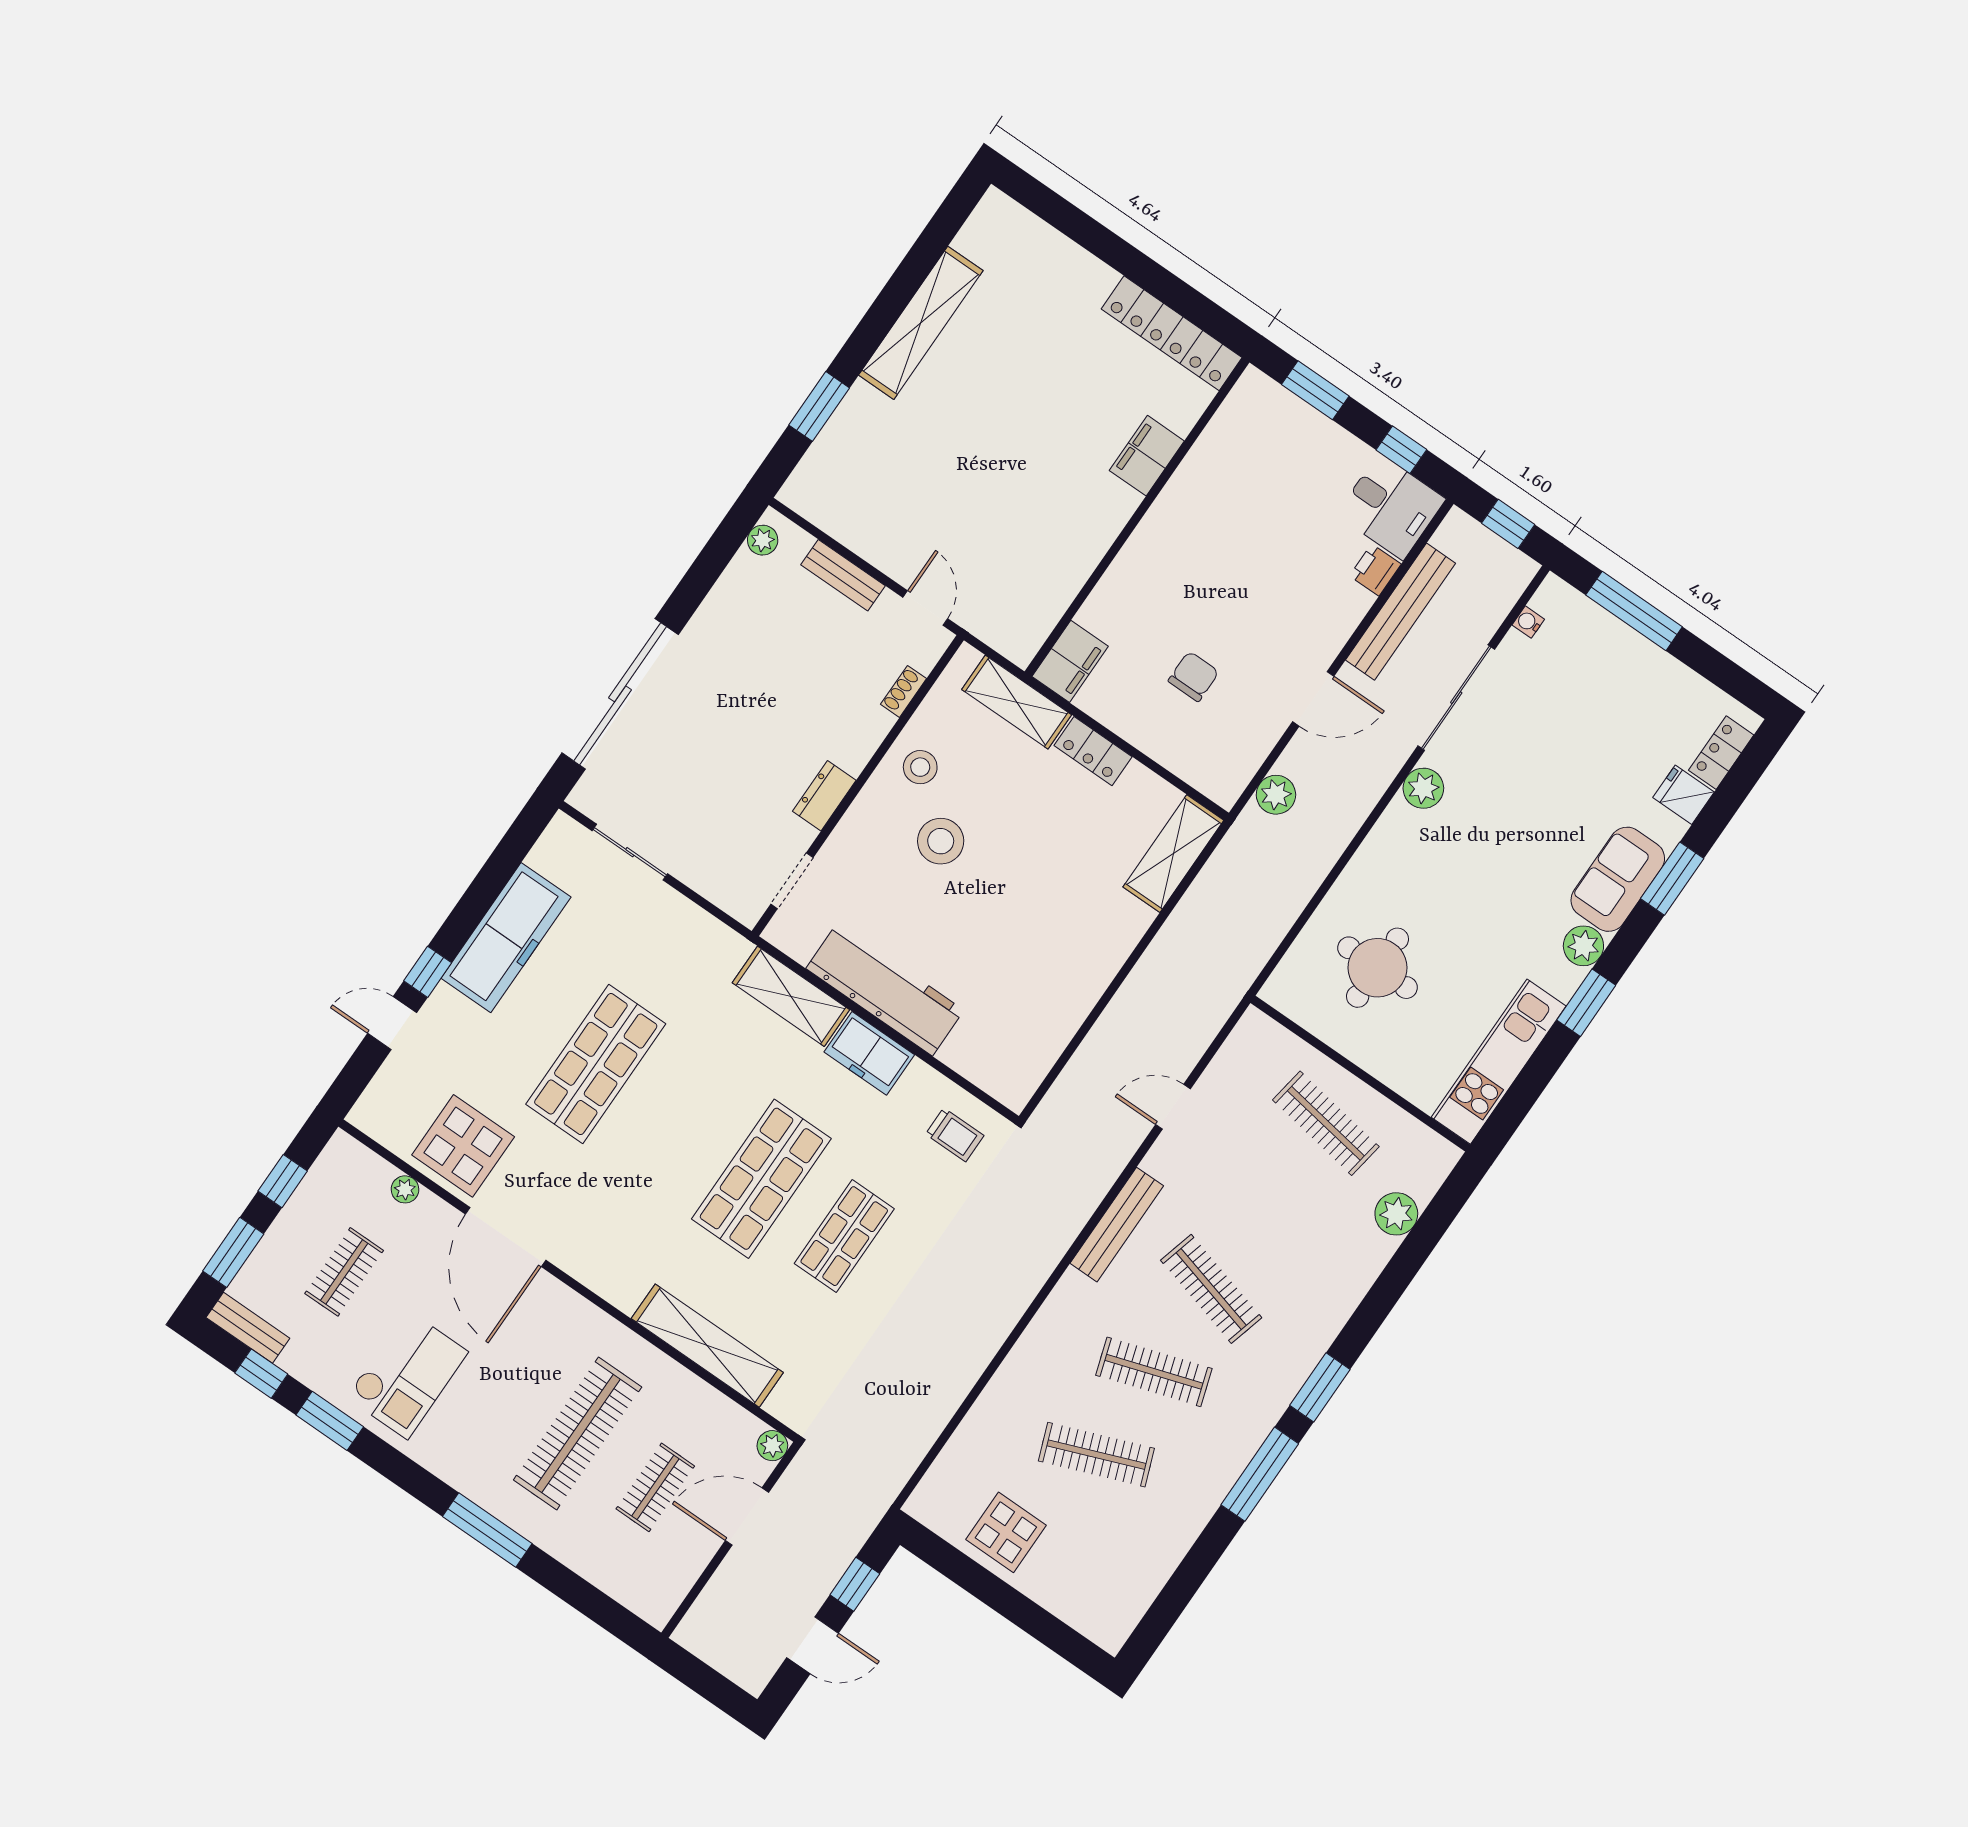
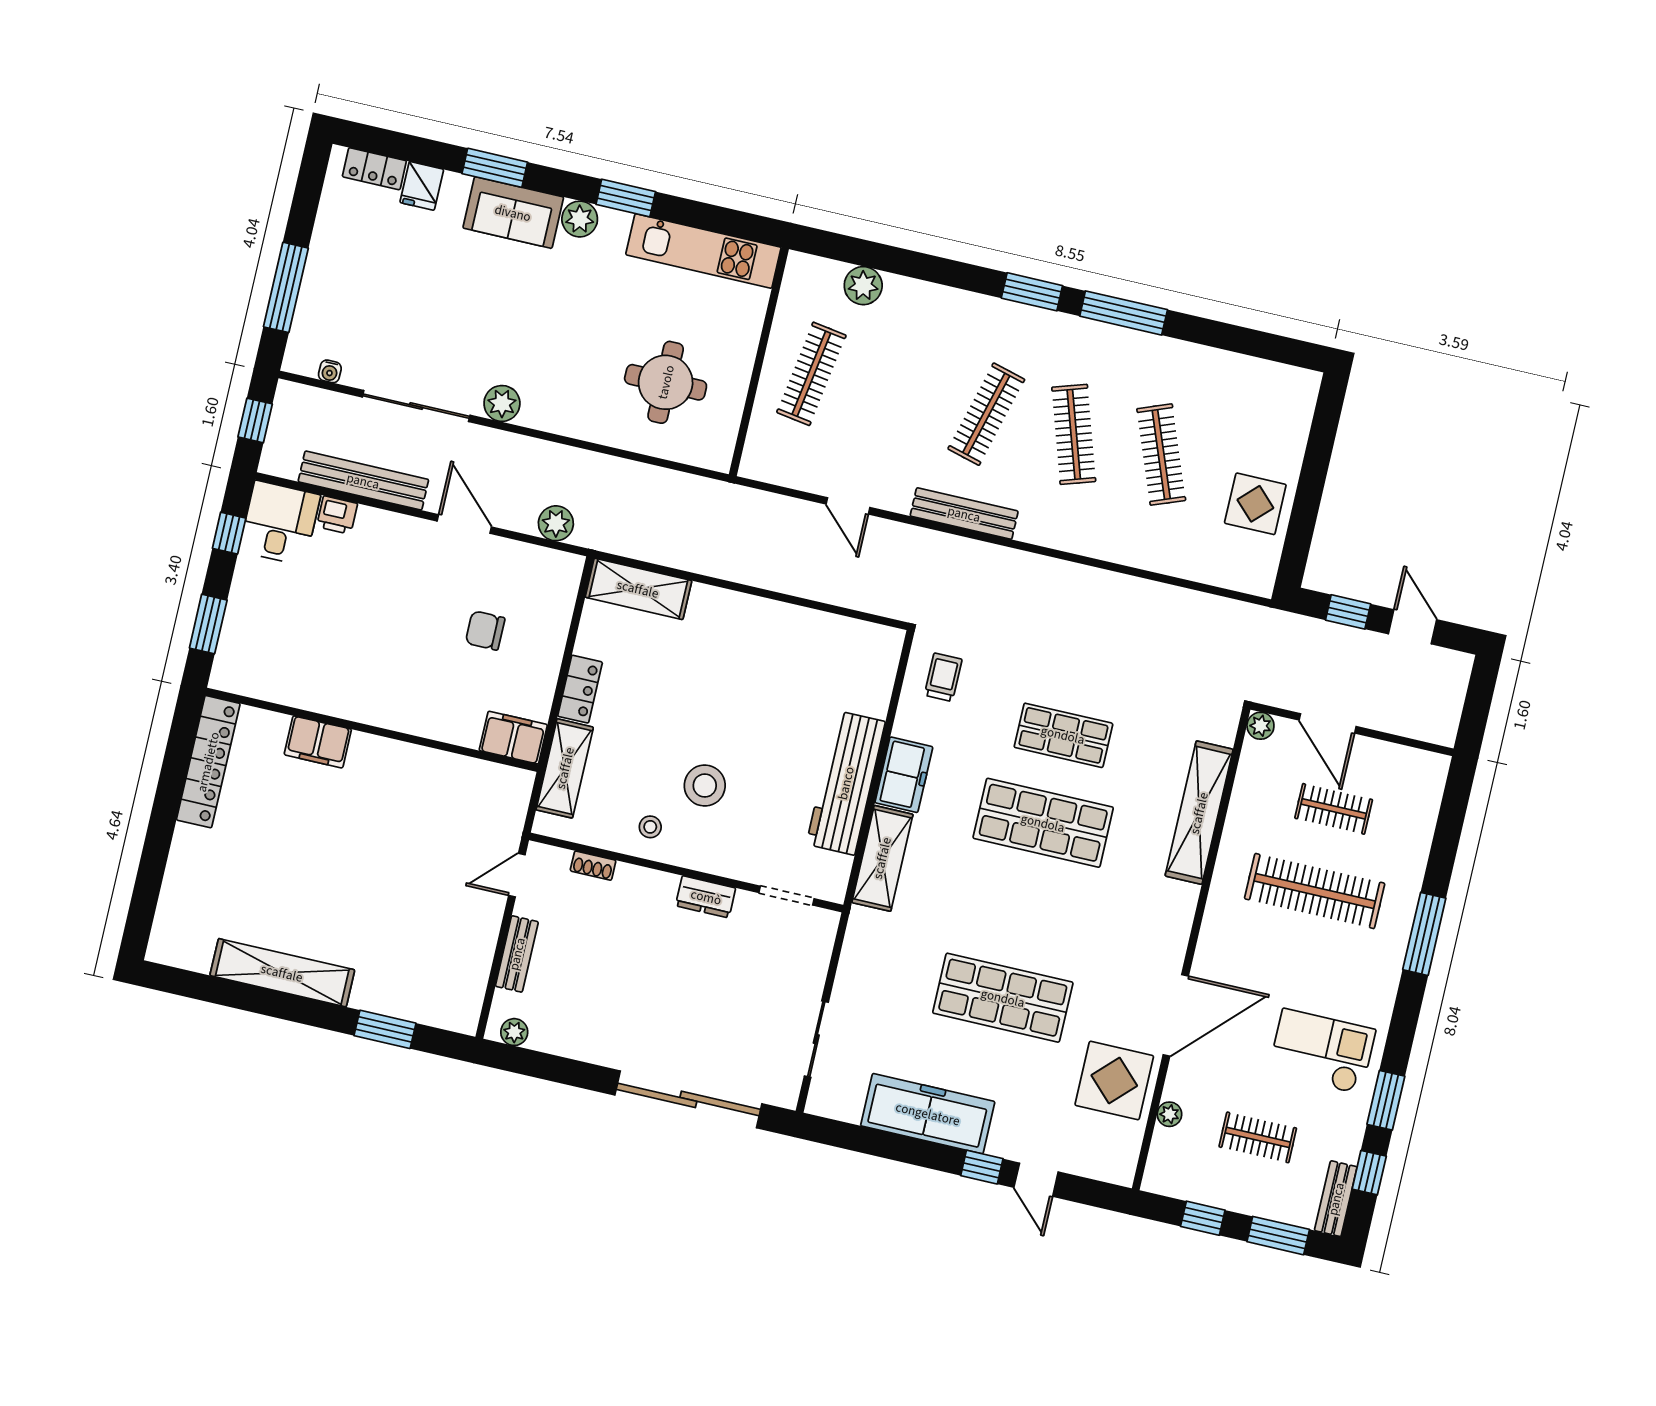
stool: (920, 767) -> (650, 827), width x0.73, depth x0.73

